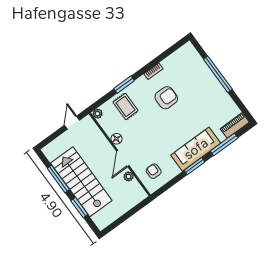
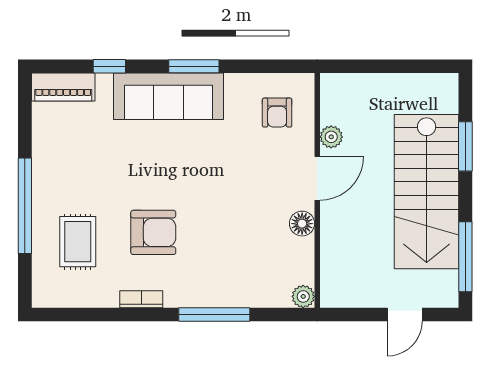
window: (124, 85) -> (214, 315), width x1.44
armchair: (166, 98) -> (153, 232), turned 180
rug: (126, 106) -> (78, 242), moved
door: (72, 123) -> (405, 315), moved
window: (224, 144) -> (109, 66), width x0.46
window: (58, 179) -> (465, 257), moved

